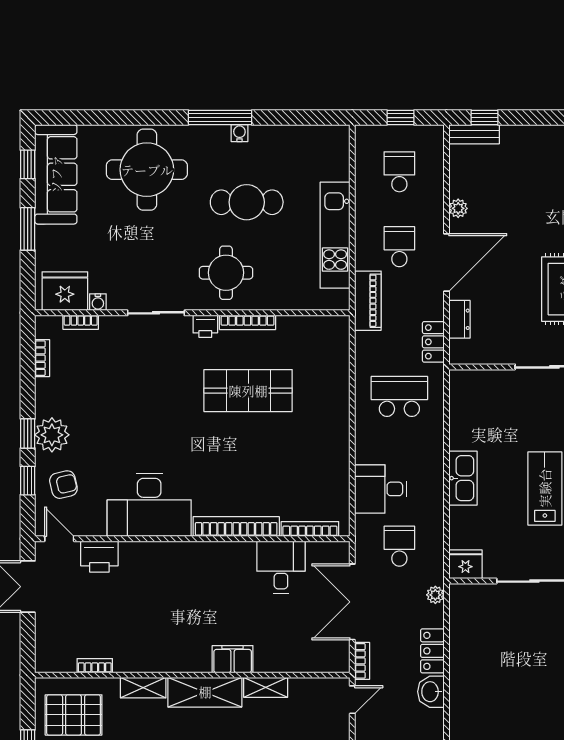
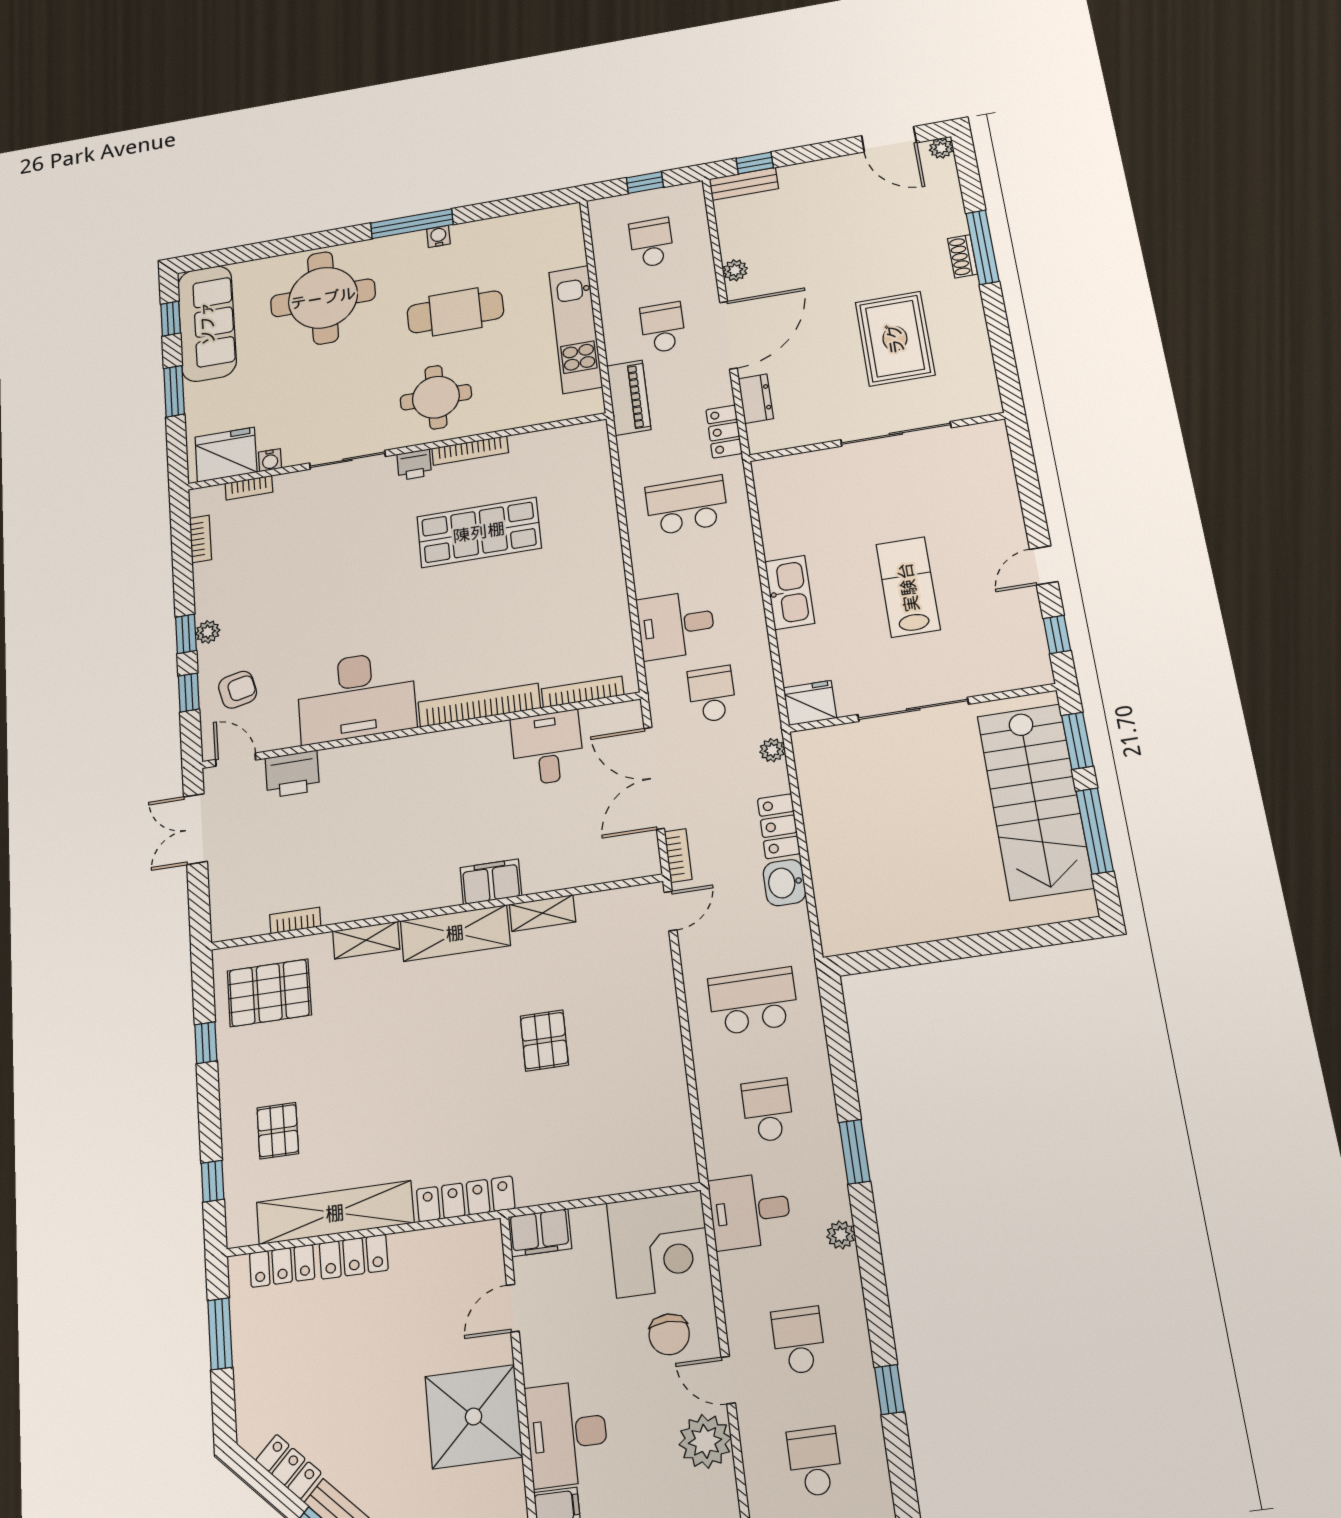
plant: (52, 435) -> (208, 632), width x0.53, depth x0.53

